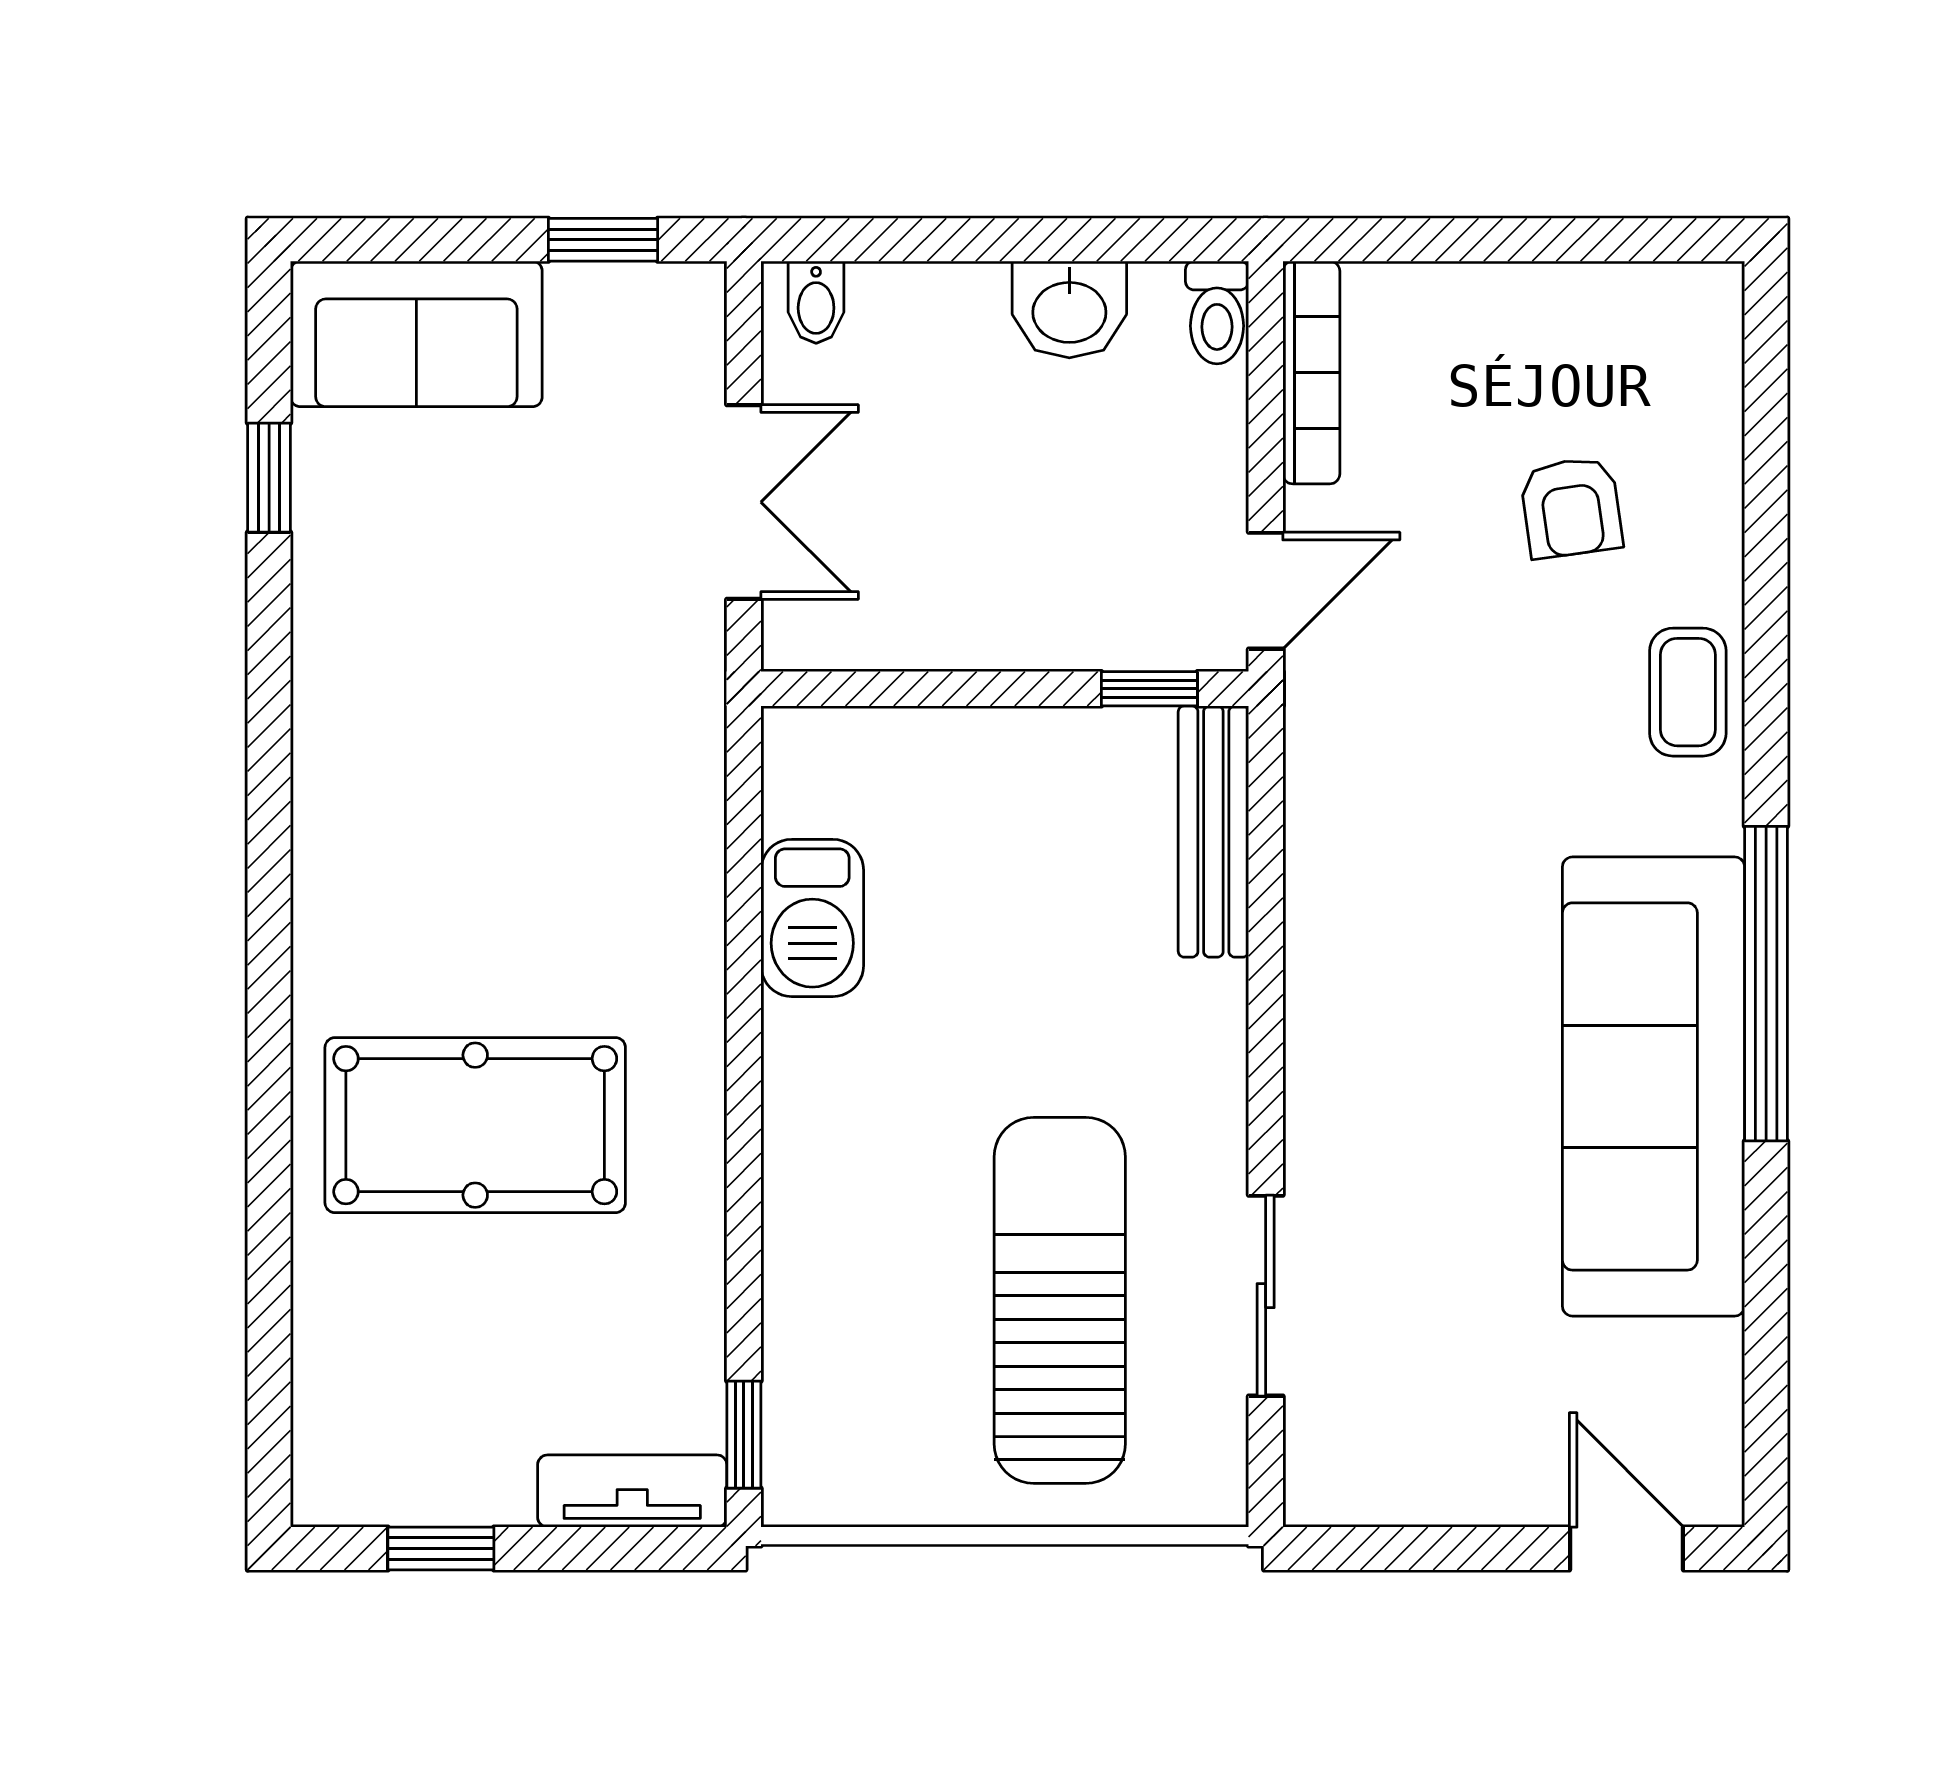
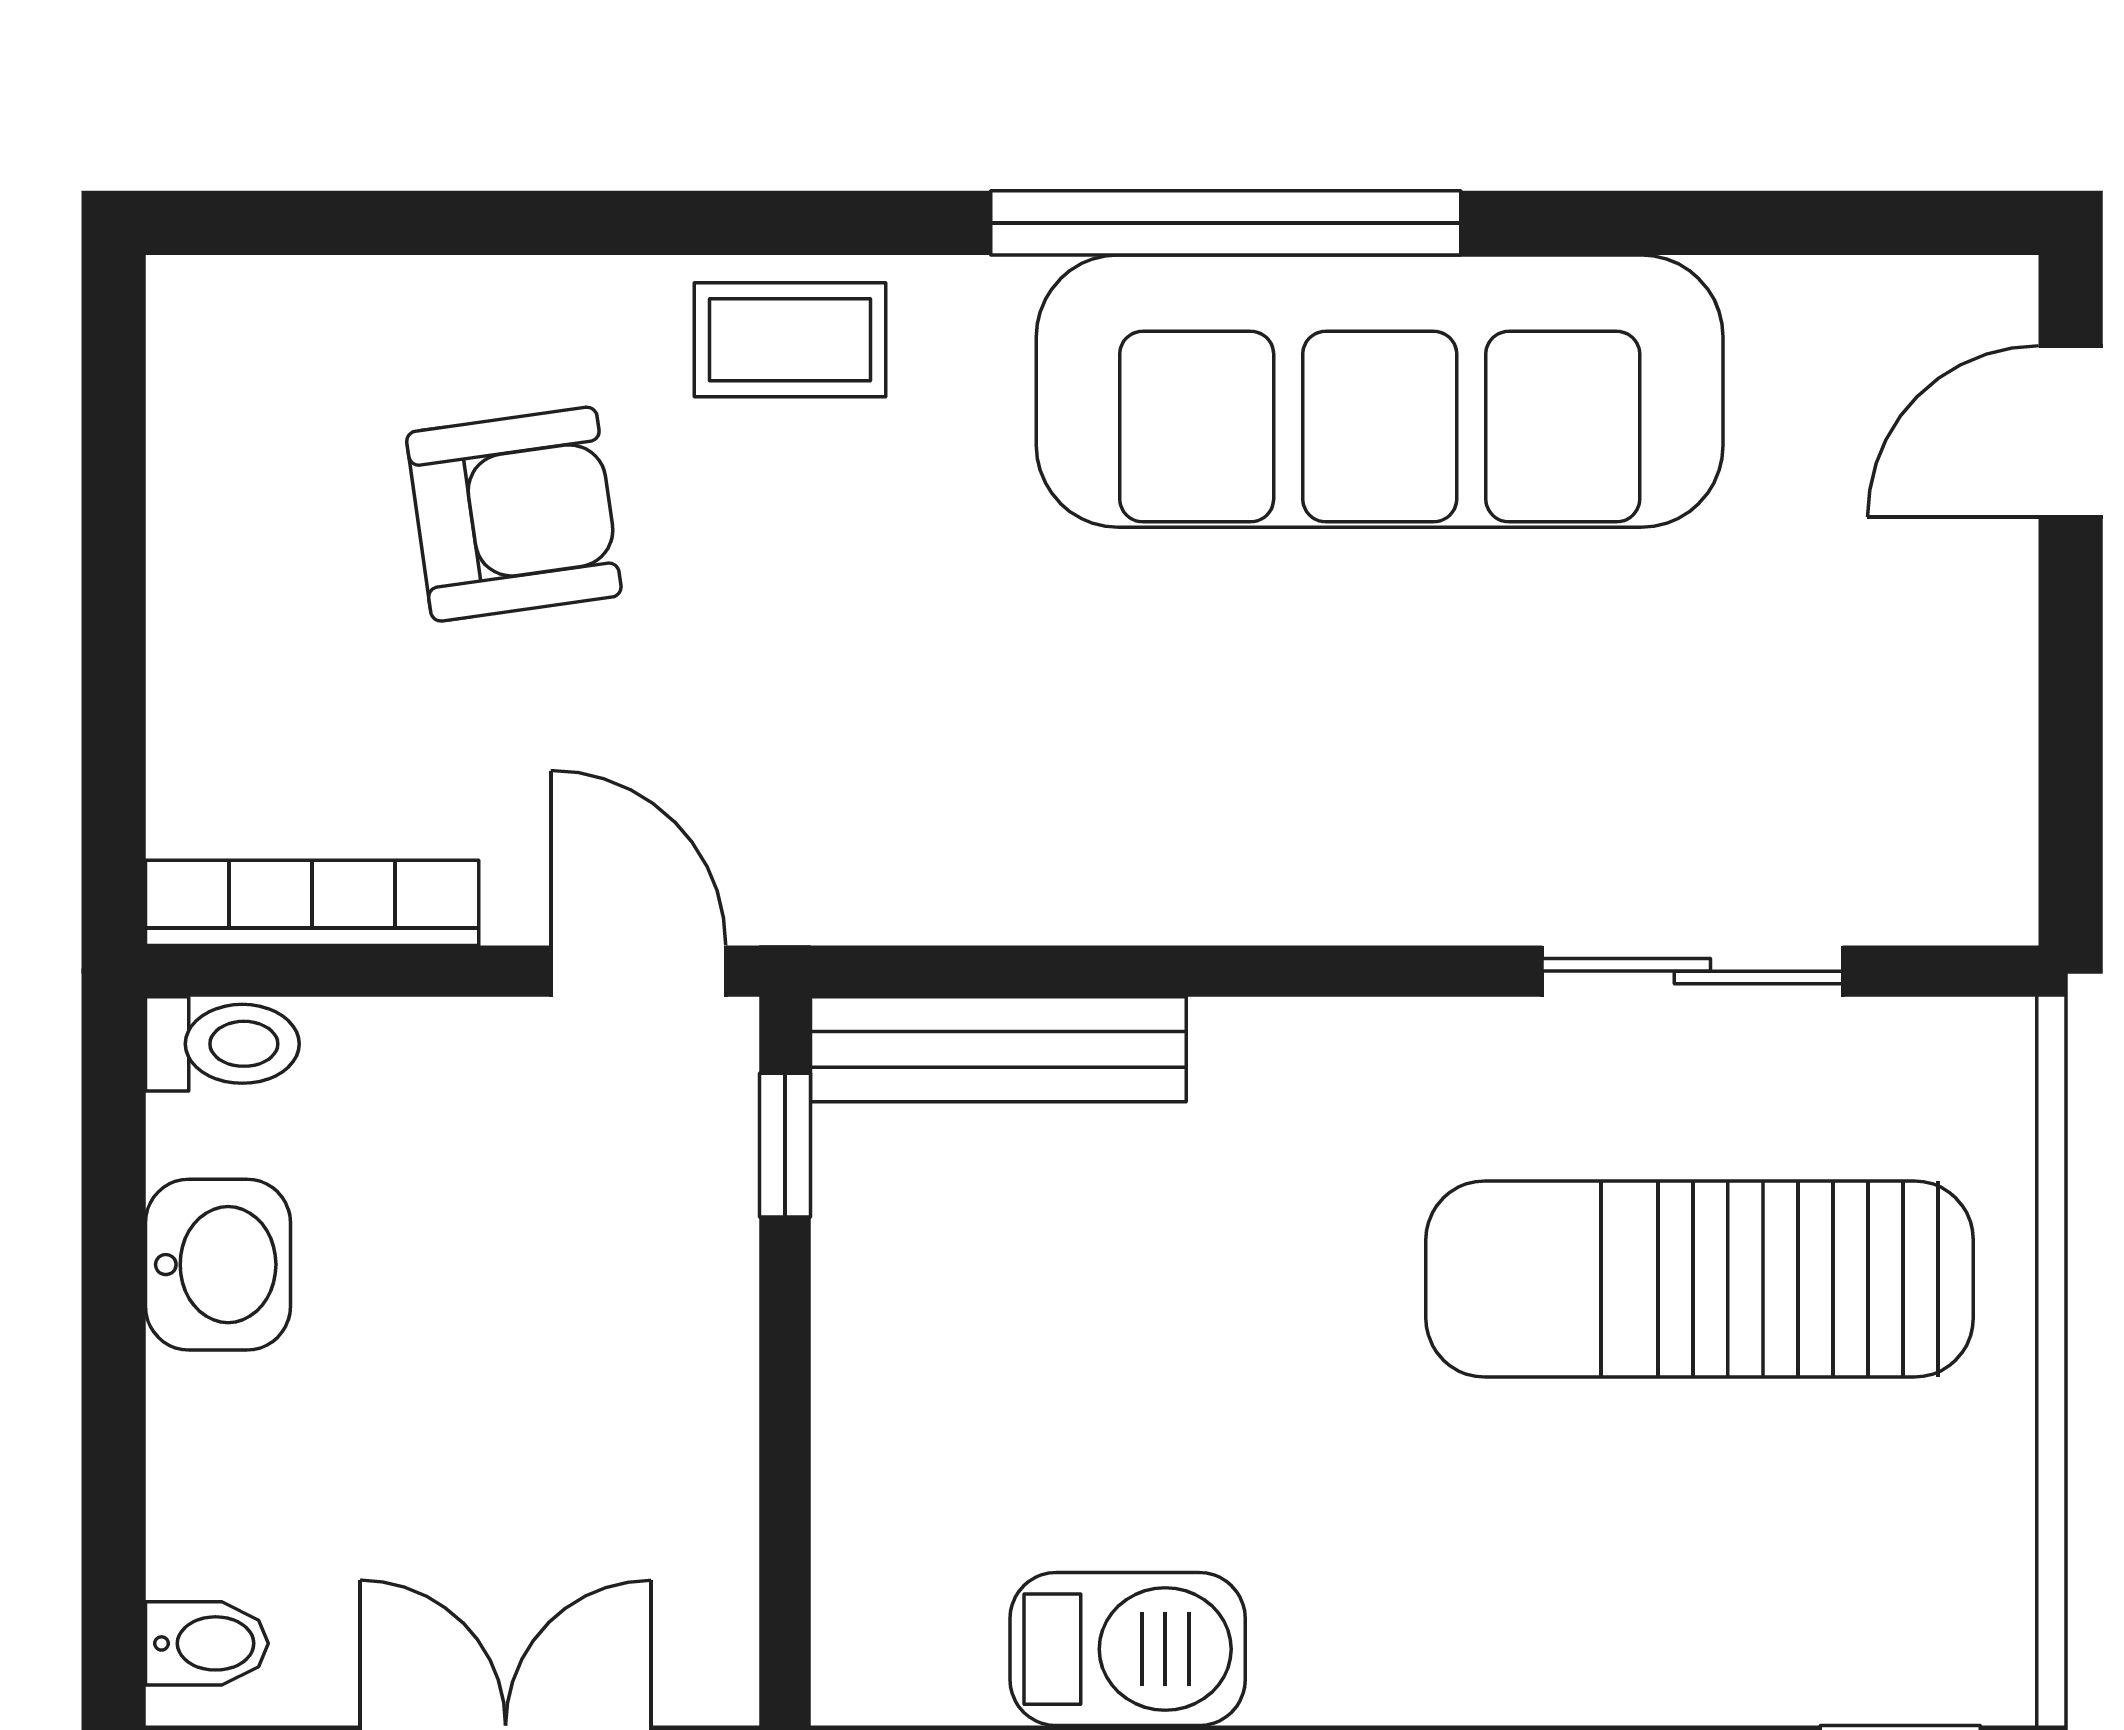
armchair: (1571, 507) -> (514, 514), width x1.38, depth x1.38

